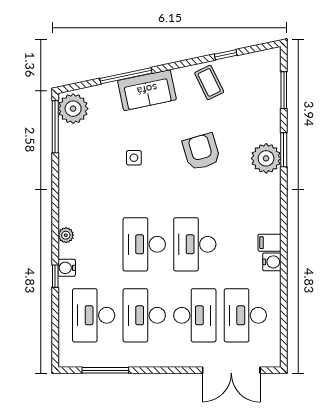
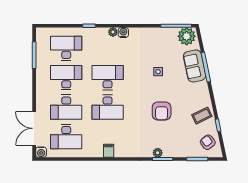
armchair: (255, 72) -> (208, 142), added
sofa: (147, 90) -> (195, 66), moved
armchair: (201, 152) -> (162, 111), turned 106
plant: (266, 158) -> (158, 153), width x0.53, depth x0.53
desk: (195, 244) -> (108, 107), turned 180
water cooler: (272, 262) -> (41, 152), moved
water cooler: (67, 268) -> (123, 33), moved
desk: (245, 315) -> (66, 137), turned 180

